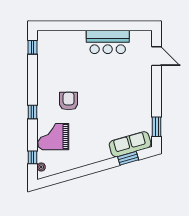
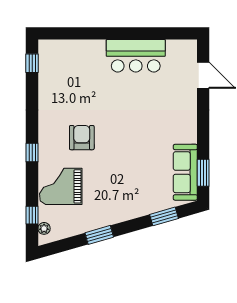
sofa: (130, 144) -> (185, 172), moved, turned -74
window: (81, 172) -> (99, 235), added

